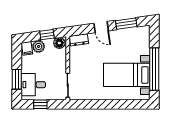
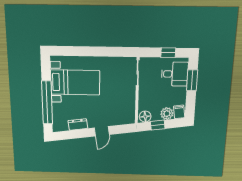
window: (126, 24) -> (76, 134), removed
door: (101, 27) -> (102, 131), swing flipped
dresser: (79, 40) -> (78, 124), moved
window: (154, 69) -> (47, 103), moved

